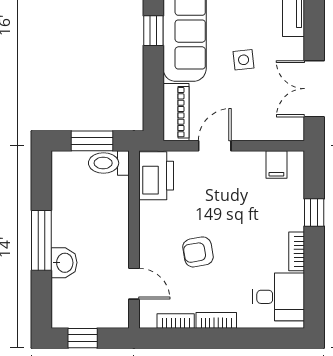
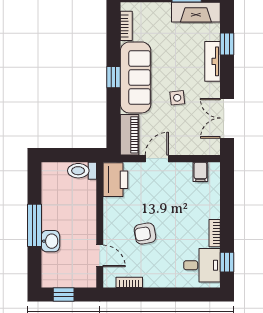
window: (92, 141) -> (70, 155), removed
window: (314, 213) -> (227, 262), moved
bookcase: (216, 320) -> (158, 282), removed

